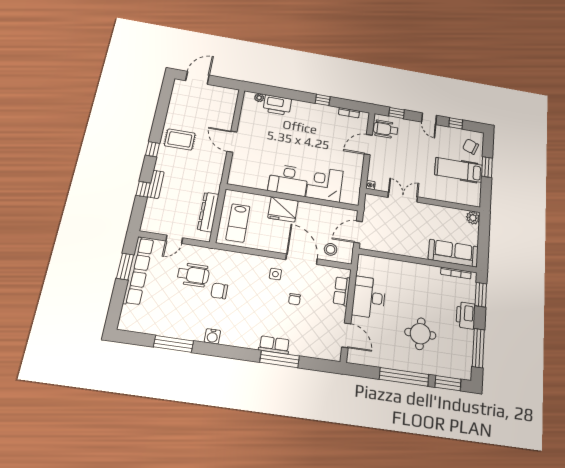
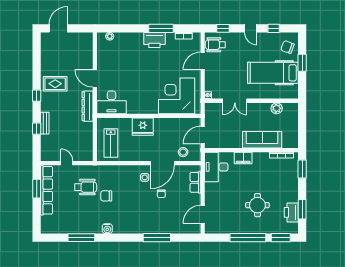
window: (323, 100) -> (161, 28), width x2.17
printer: (277, 105) -> (154, 40), moved
hospital bed: (459, 170) -> (273, 73), width x1.37, depth x1.29
desk: (288, 180) -> (111, 102), moved
corner desk: (325, 184) -> (177, 96), width x1.36, depth x1.36
double door: (403, 197) -> (235, 101), swing flipped
dresser: (208, 212) -> (87, 106), moved
plant: (473, 218) -> (277, 108), moved
door: (174, 239) -> (67, 163), swing flipped
sofa: (453, 253) -> (262, 140), moved
door: (302, 259) -> (162, 163), swing flipped
filing cabinet: (407, 269) -> (243, 158), added
desk: (369, 297) -> (216, 167), moved
printer: (466, 315) -> (291, 212), moved
door: (346, 335) -> (203, 214), swing flipped
row of seats: (274, 345) -> (152, 228), removed
window: (478, 348) -> (302, 209), width x0.69

